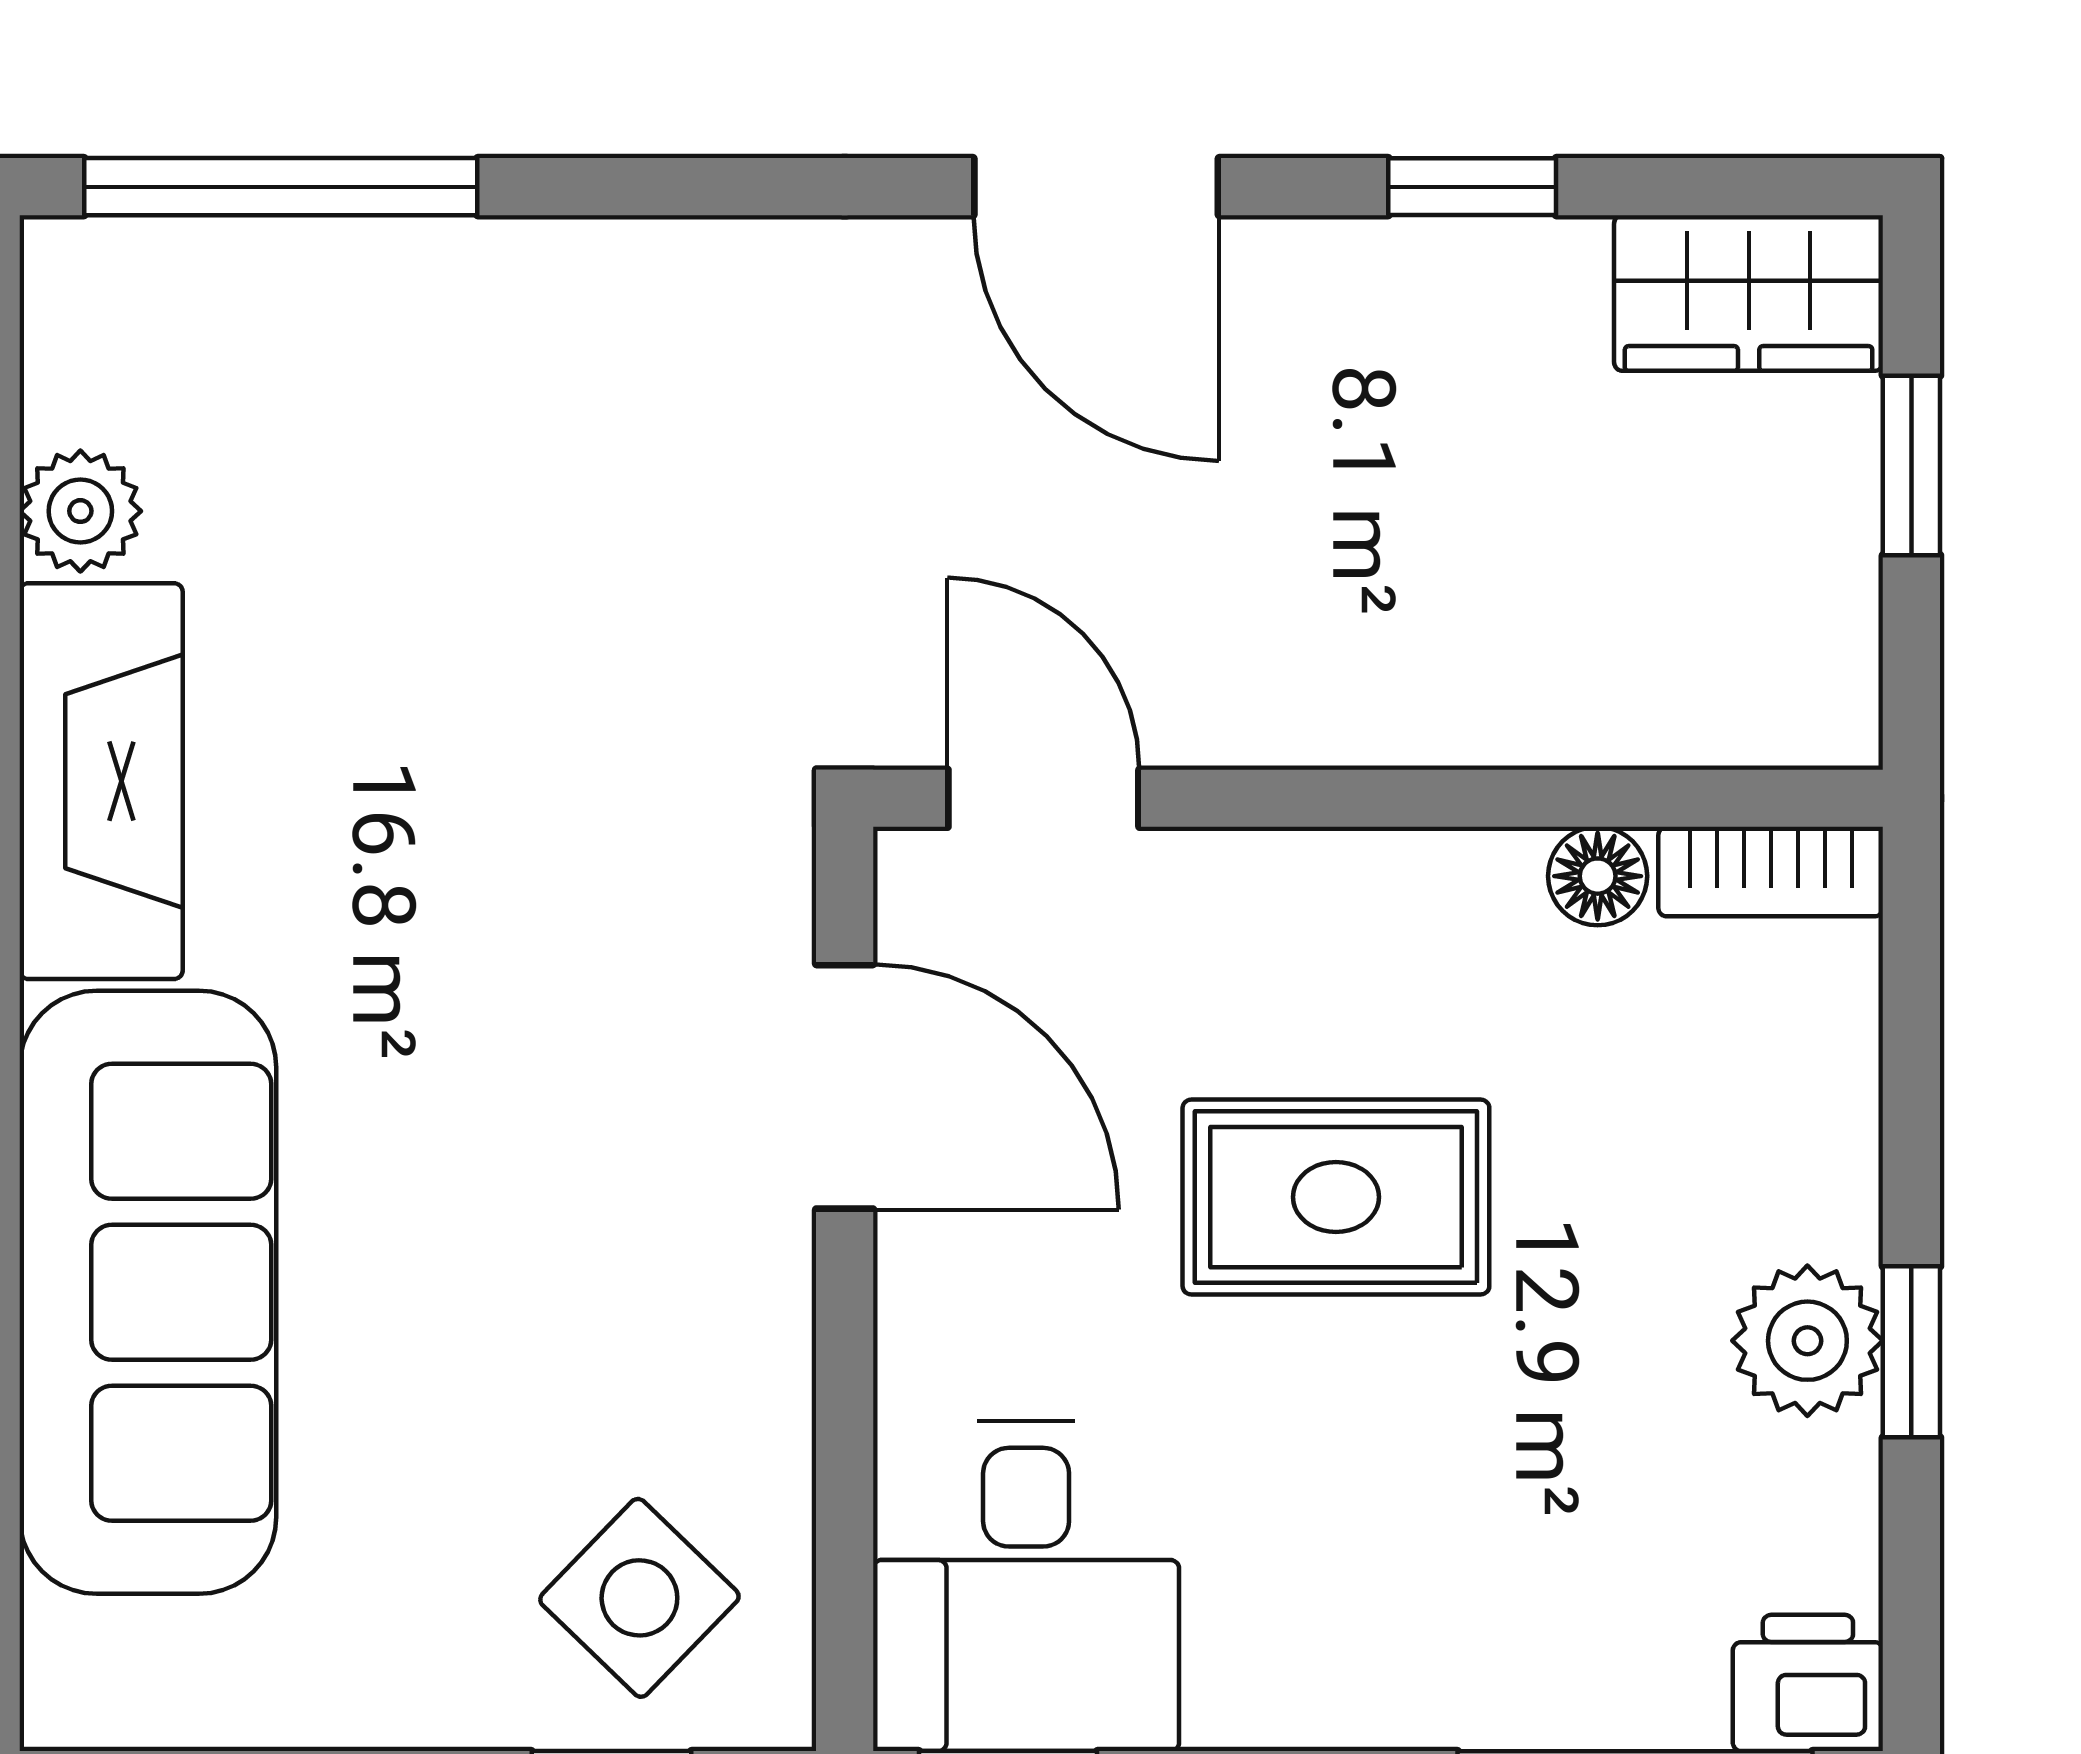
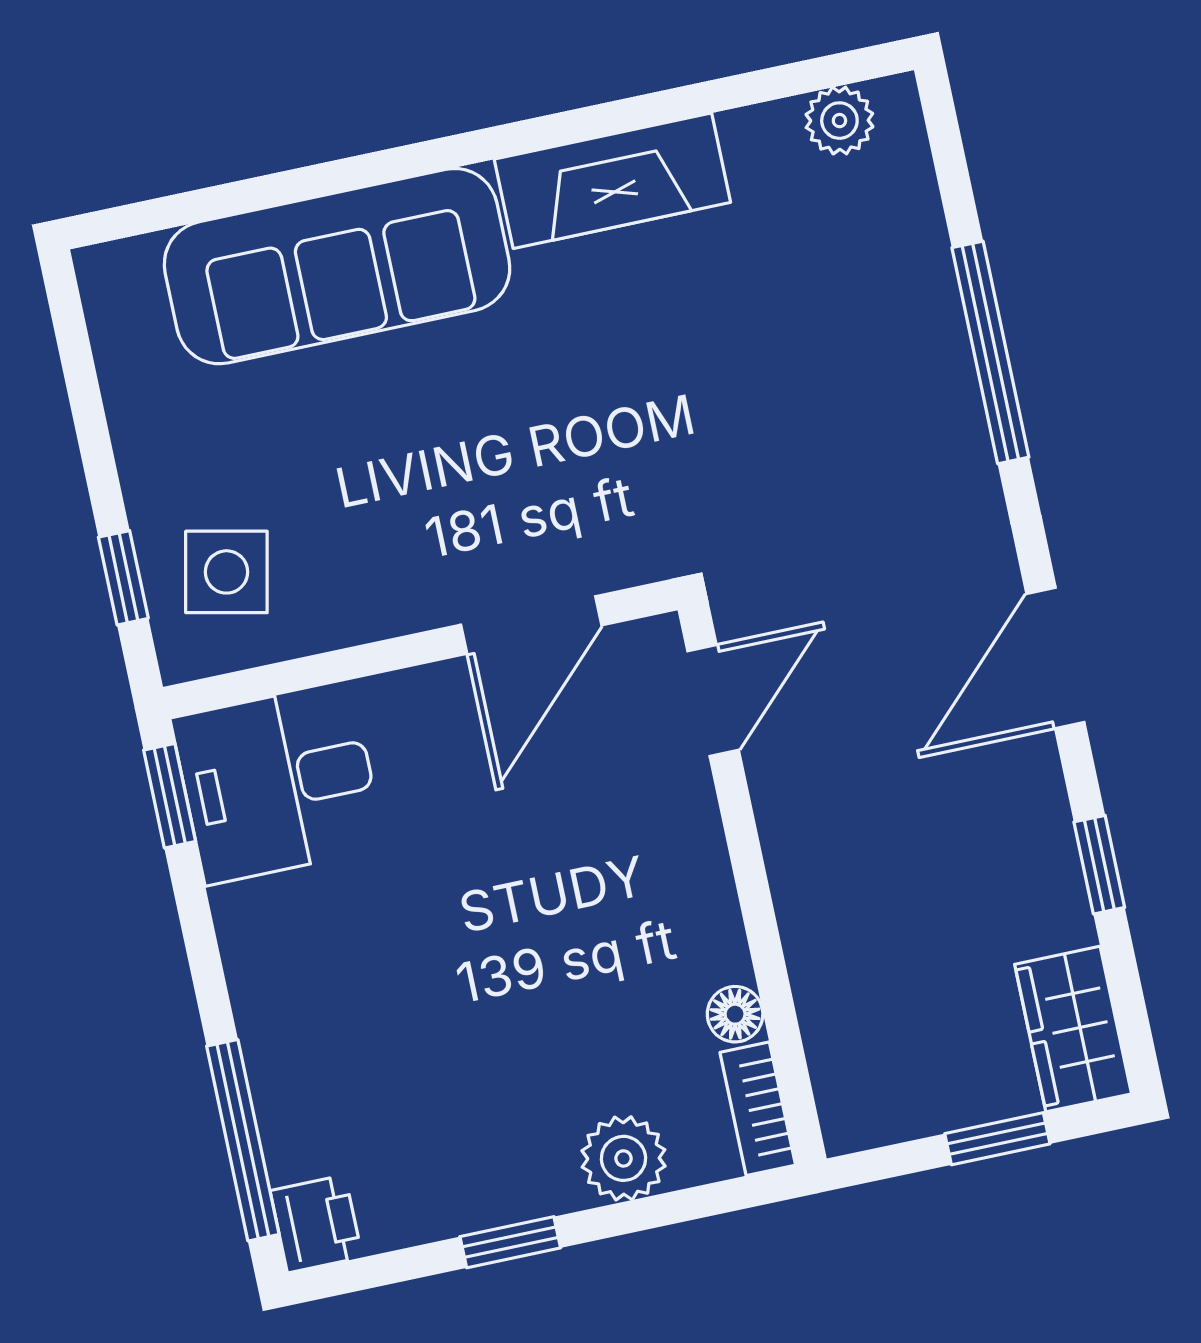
window: (281, 187) -> (990, 352), moved
plant: (80, 511) -> (839, 121), moved
rug: (1336, 1197) -> (528, 908), removed
plant: (1807, 1341) -> (623, 1158), moved
side table: (639, 1598) -> (226, 572), turned -32

